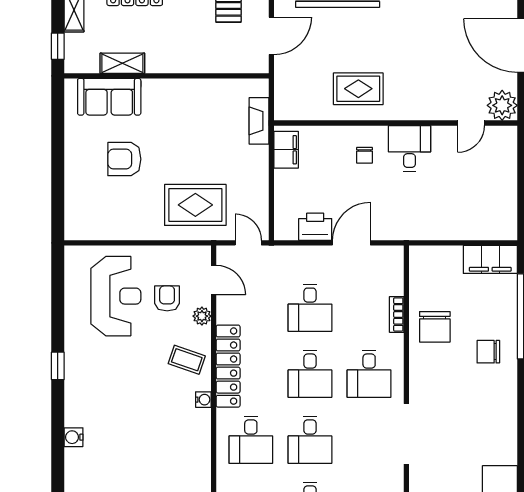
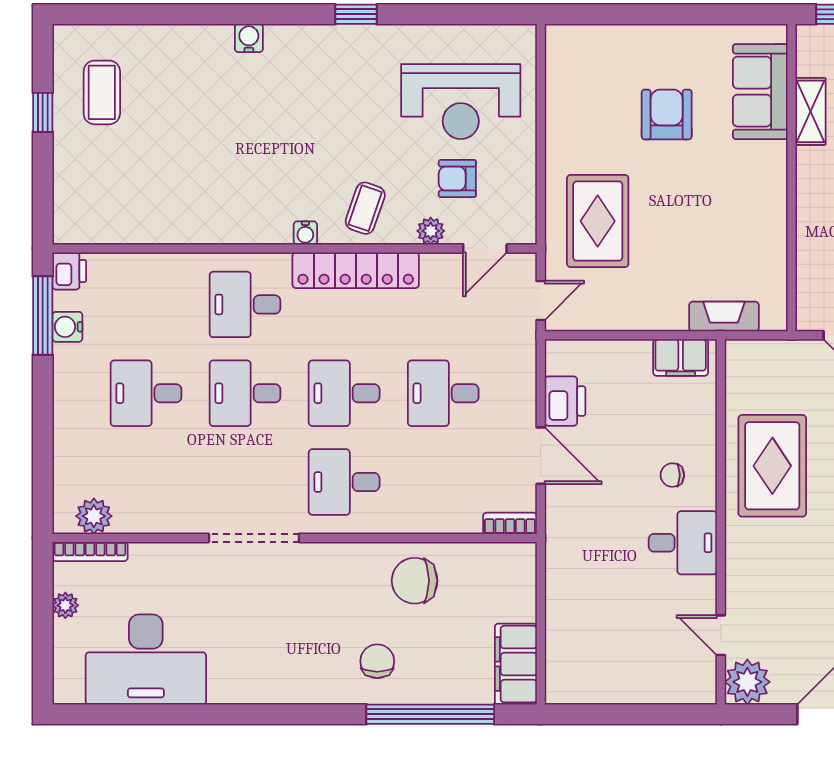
rug: (358, 89) -> (772, 466), width x1.36, depth x1.43
armchair: (167, 298) -> (457, 179), turned 180
bookcase: (397, 314) -> (510, 523), moved

